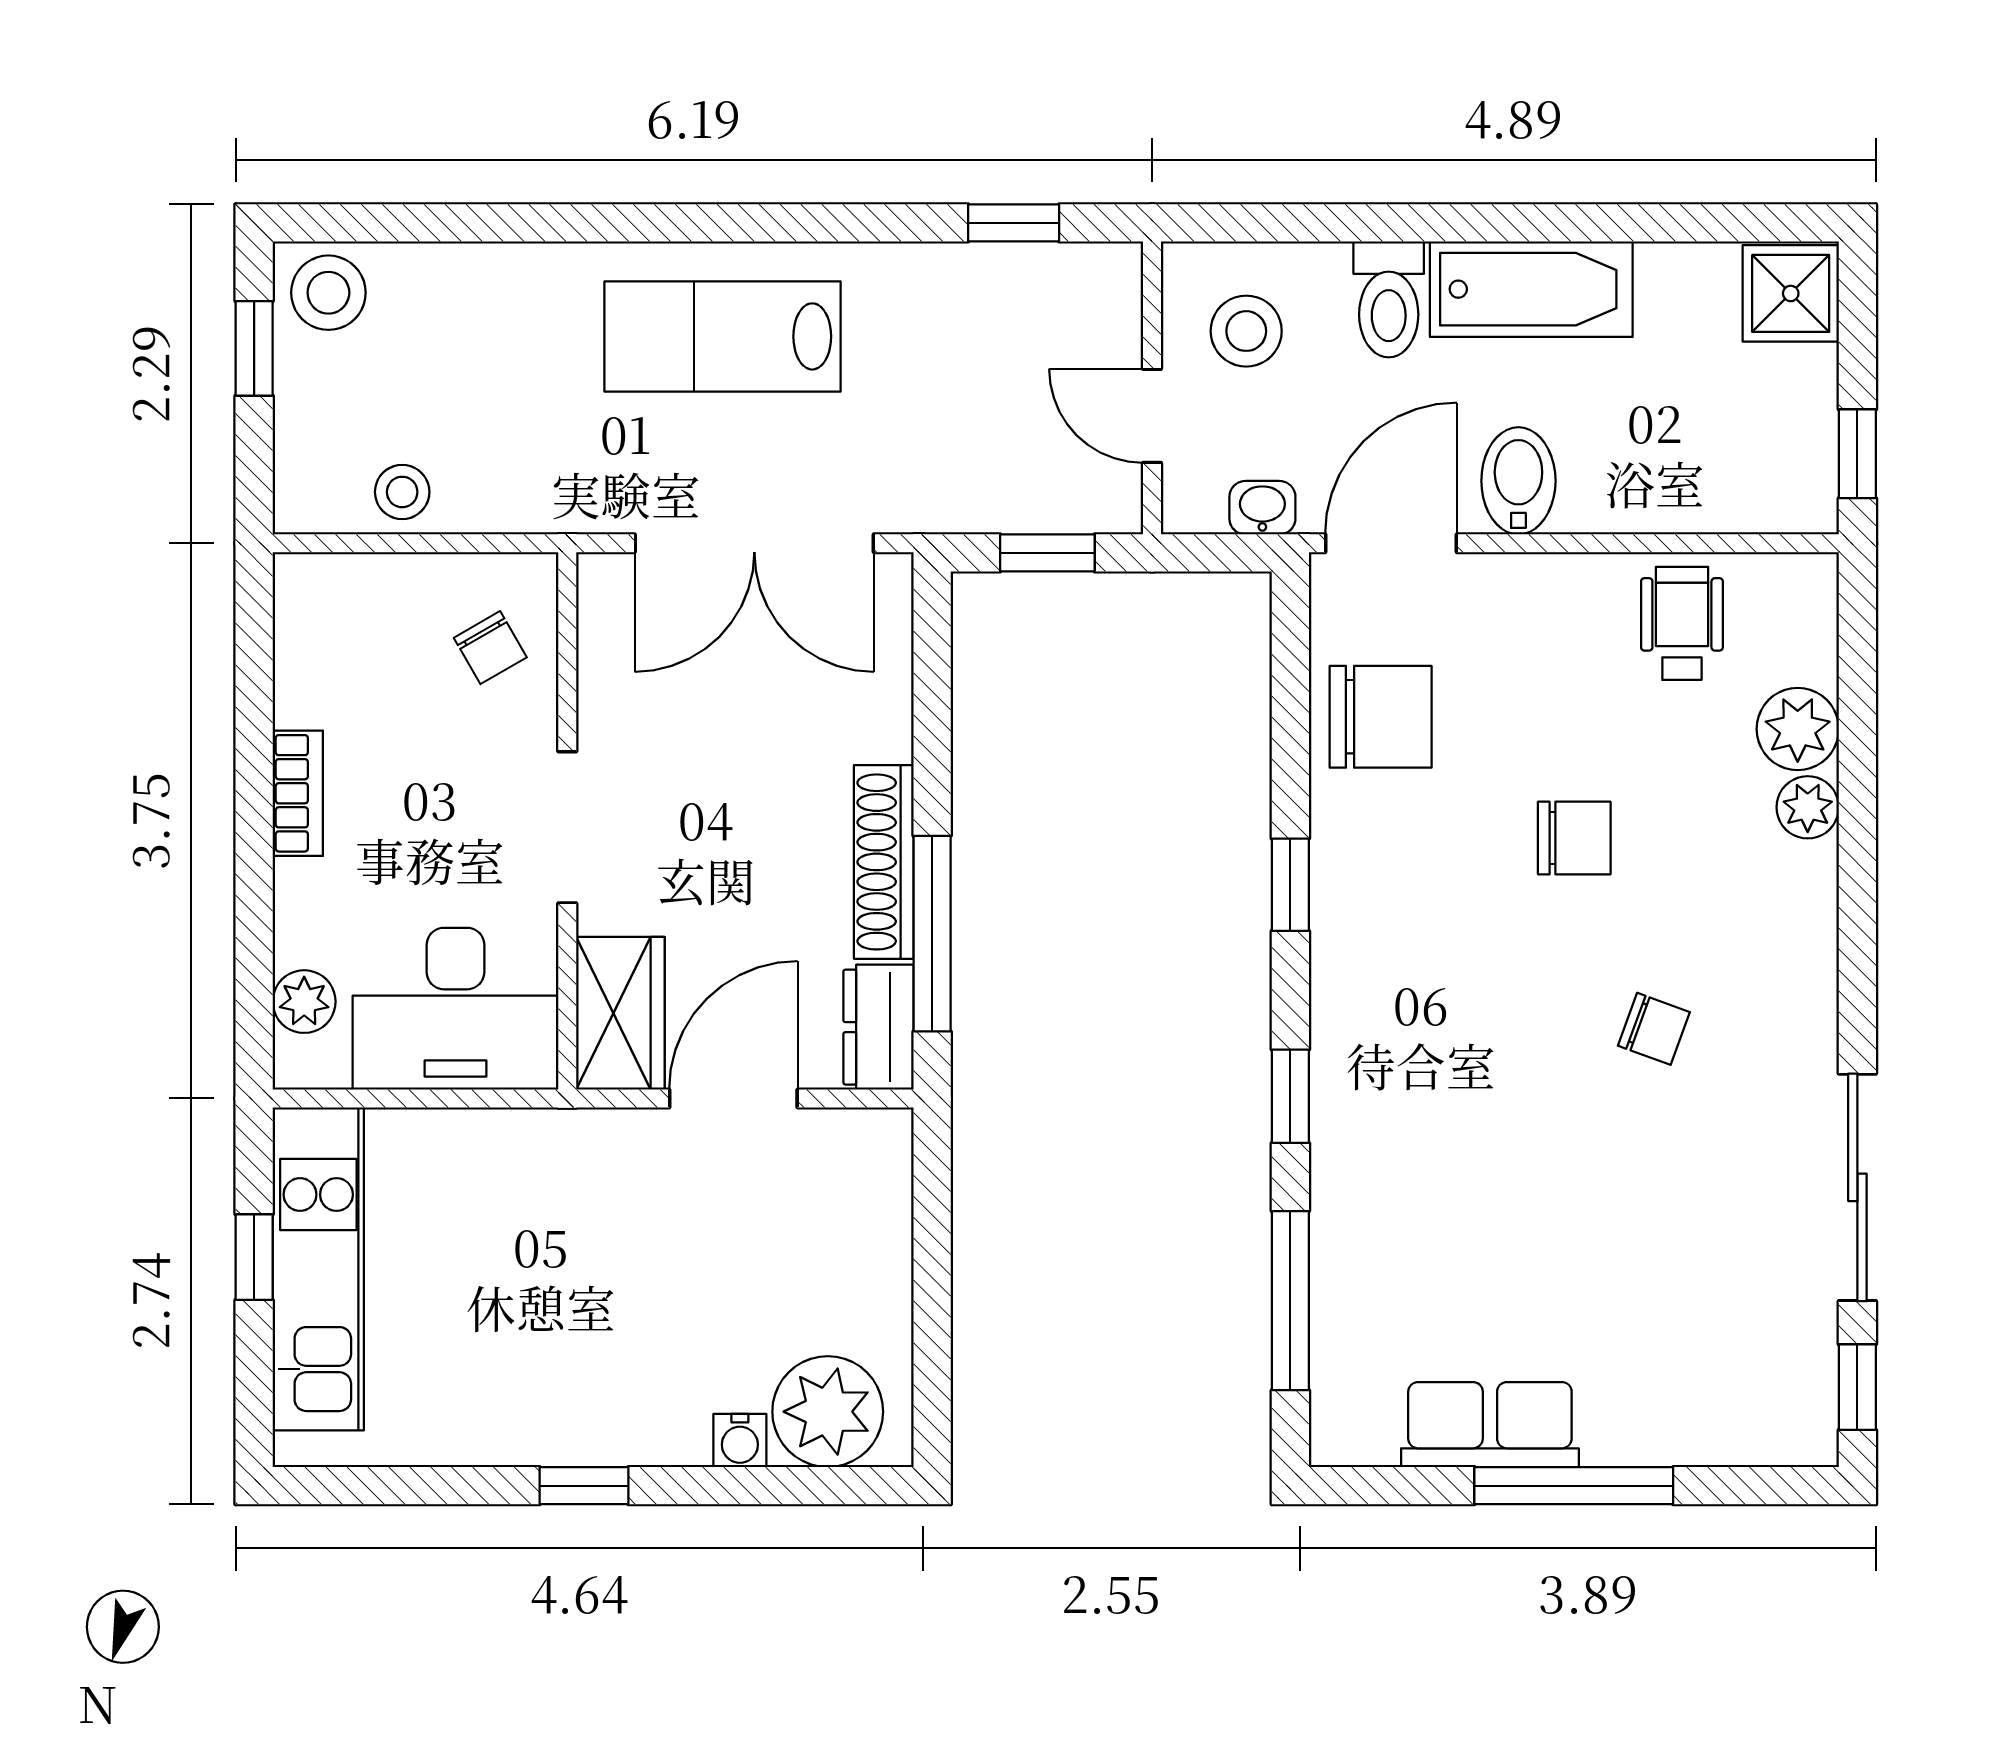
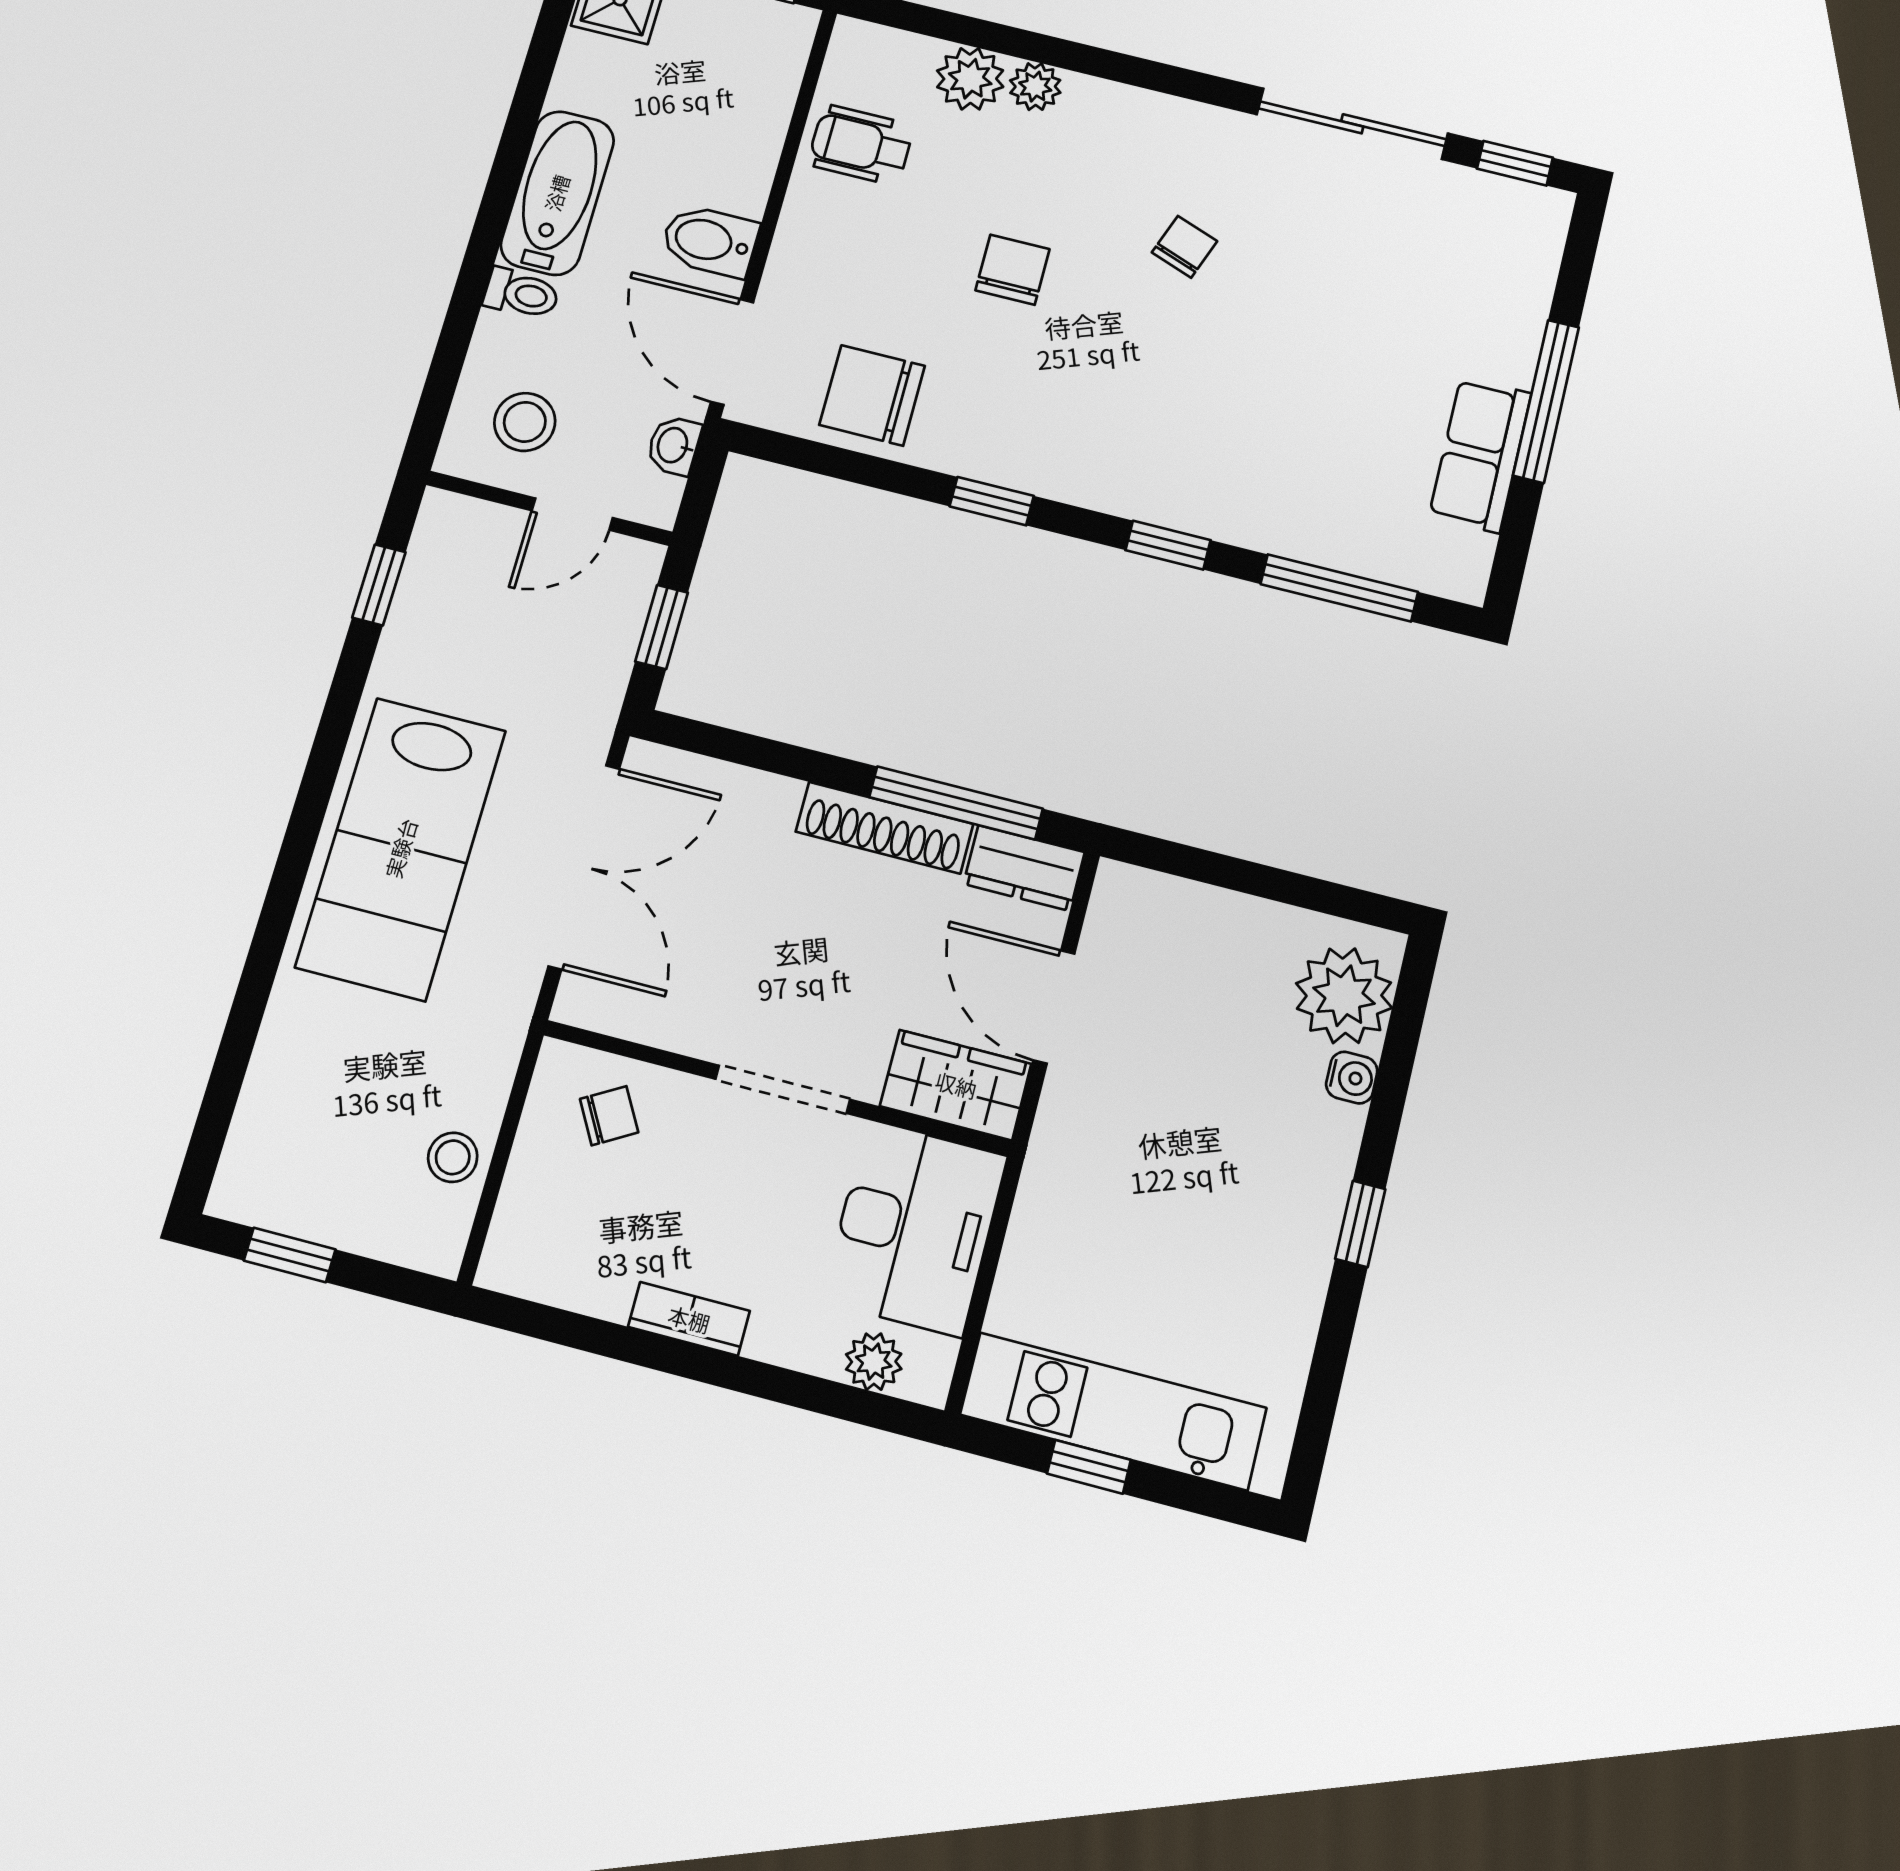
stool: (328, 293) -> (261, 1177), removed
toilet: (1389, 299) -> (522, 294), width x0.73, depth x0.72
lab bench: (722, 336) -> (401, 848), width x1.36, depth x1.39
chair: (1381, 717) -> (872, 395), turned -90

